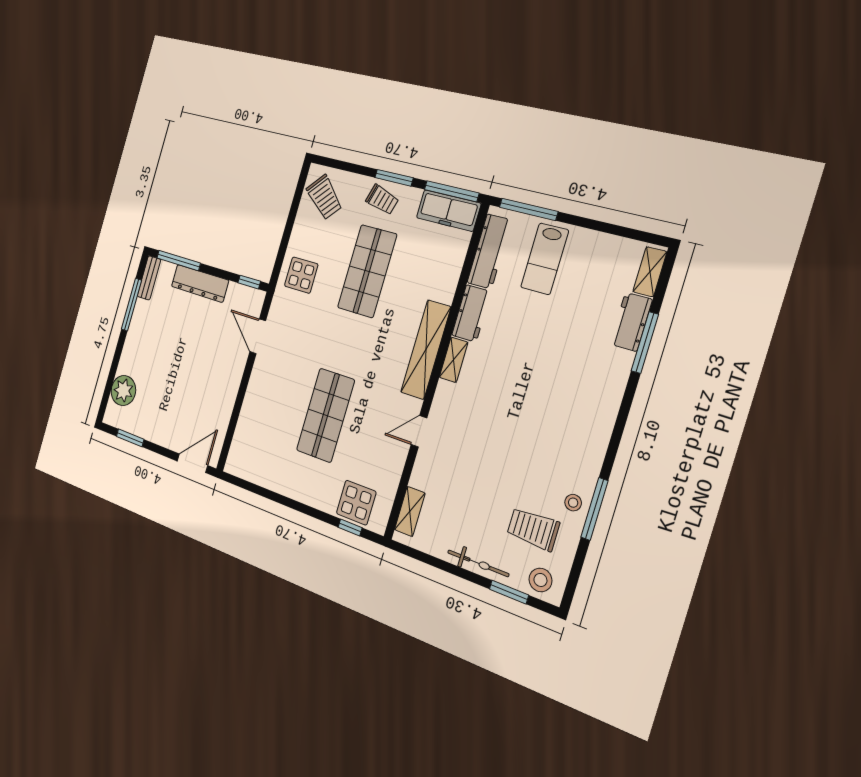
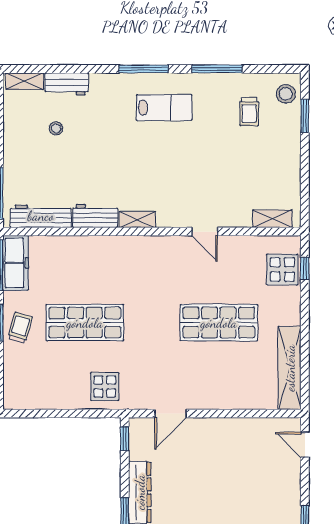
trolley: (324, 197) -> (31, 386), removed
lab bench: (545, 259) -> (164, 108), moved
window: (645, 343) -> (143, 69), moved
shelving: (426, 350) -> (290, 368), moved, turned 90
door: (192, 463) -> (305, 445), width x0.73
stool: (573, 503) -> (56, 128), moved
trolley: (533, 529) -> (249, 112), width x0.73, depth x0.72
bicycle: (478, 563) -> (292, 148), removed

